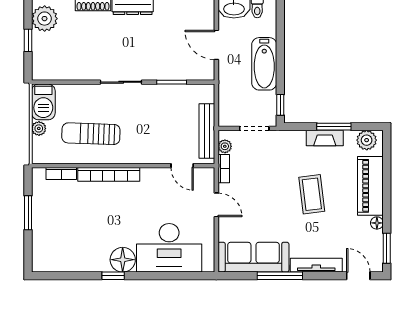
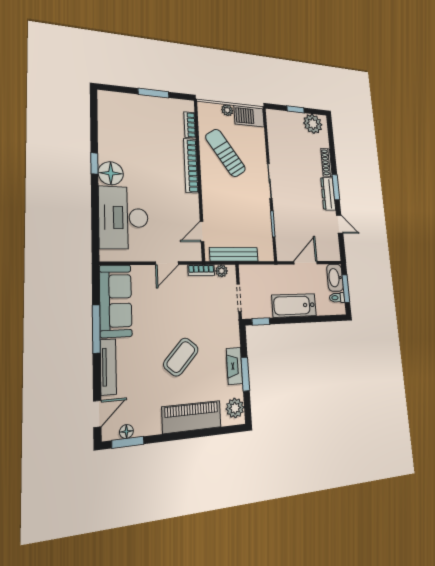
sun lounger: (91, 134) -> (226, 153), turned -36
coffee table: (312, 194) -> (181, 357), turned -41
floor lamp: (377, 223) -> (126, 431), moved

